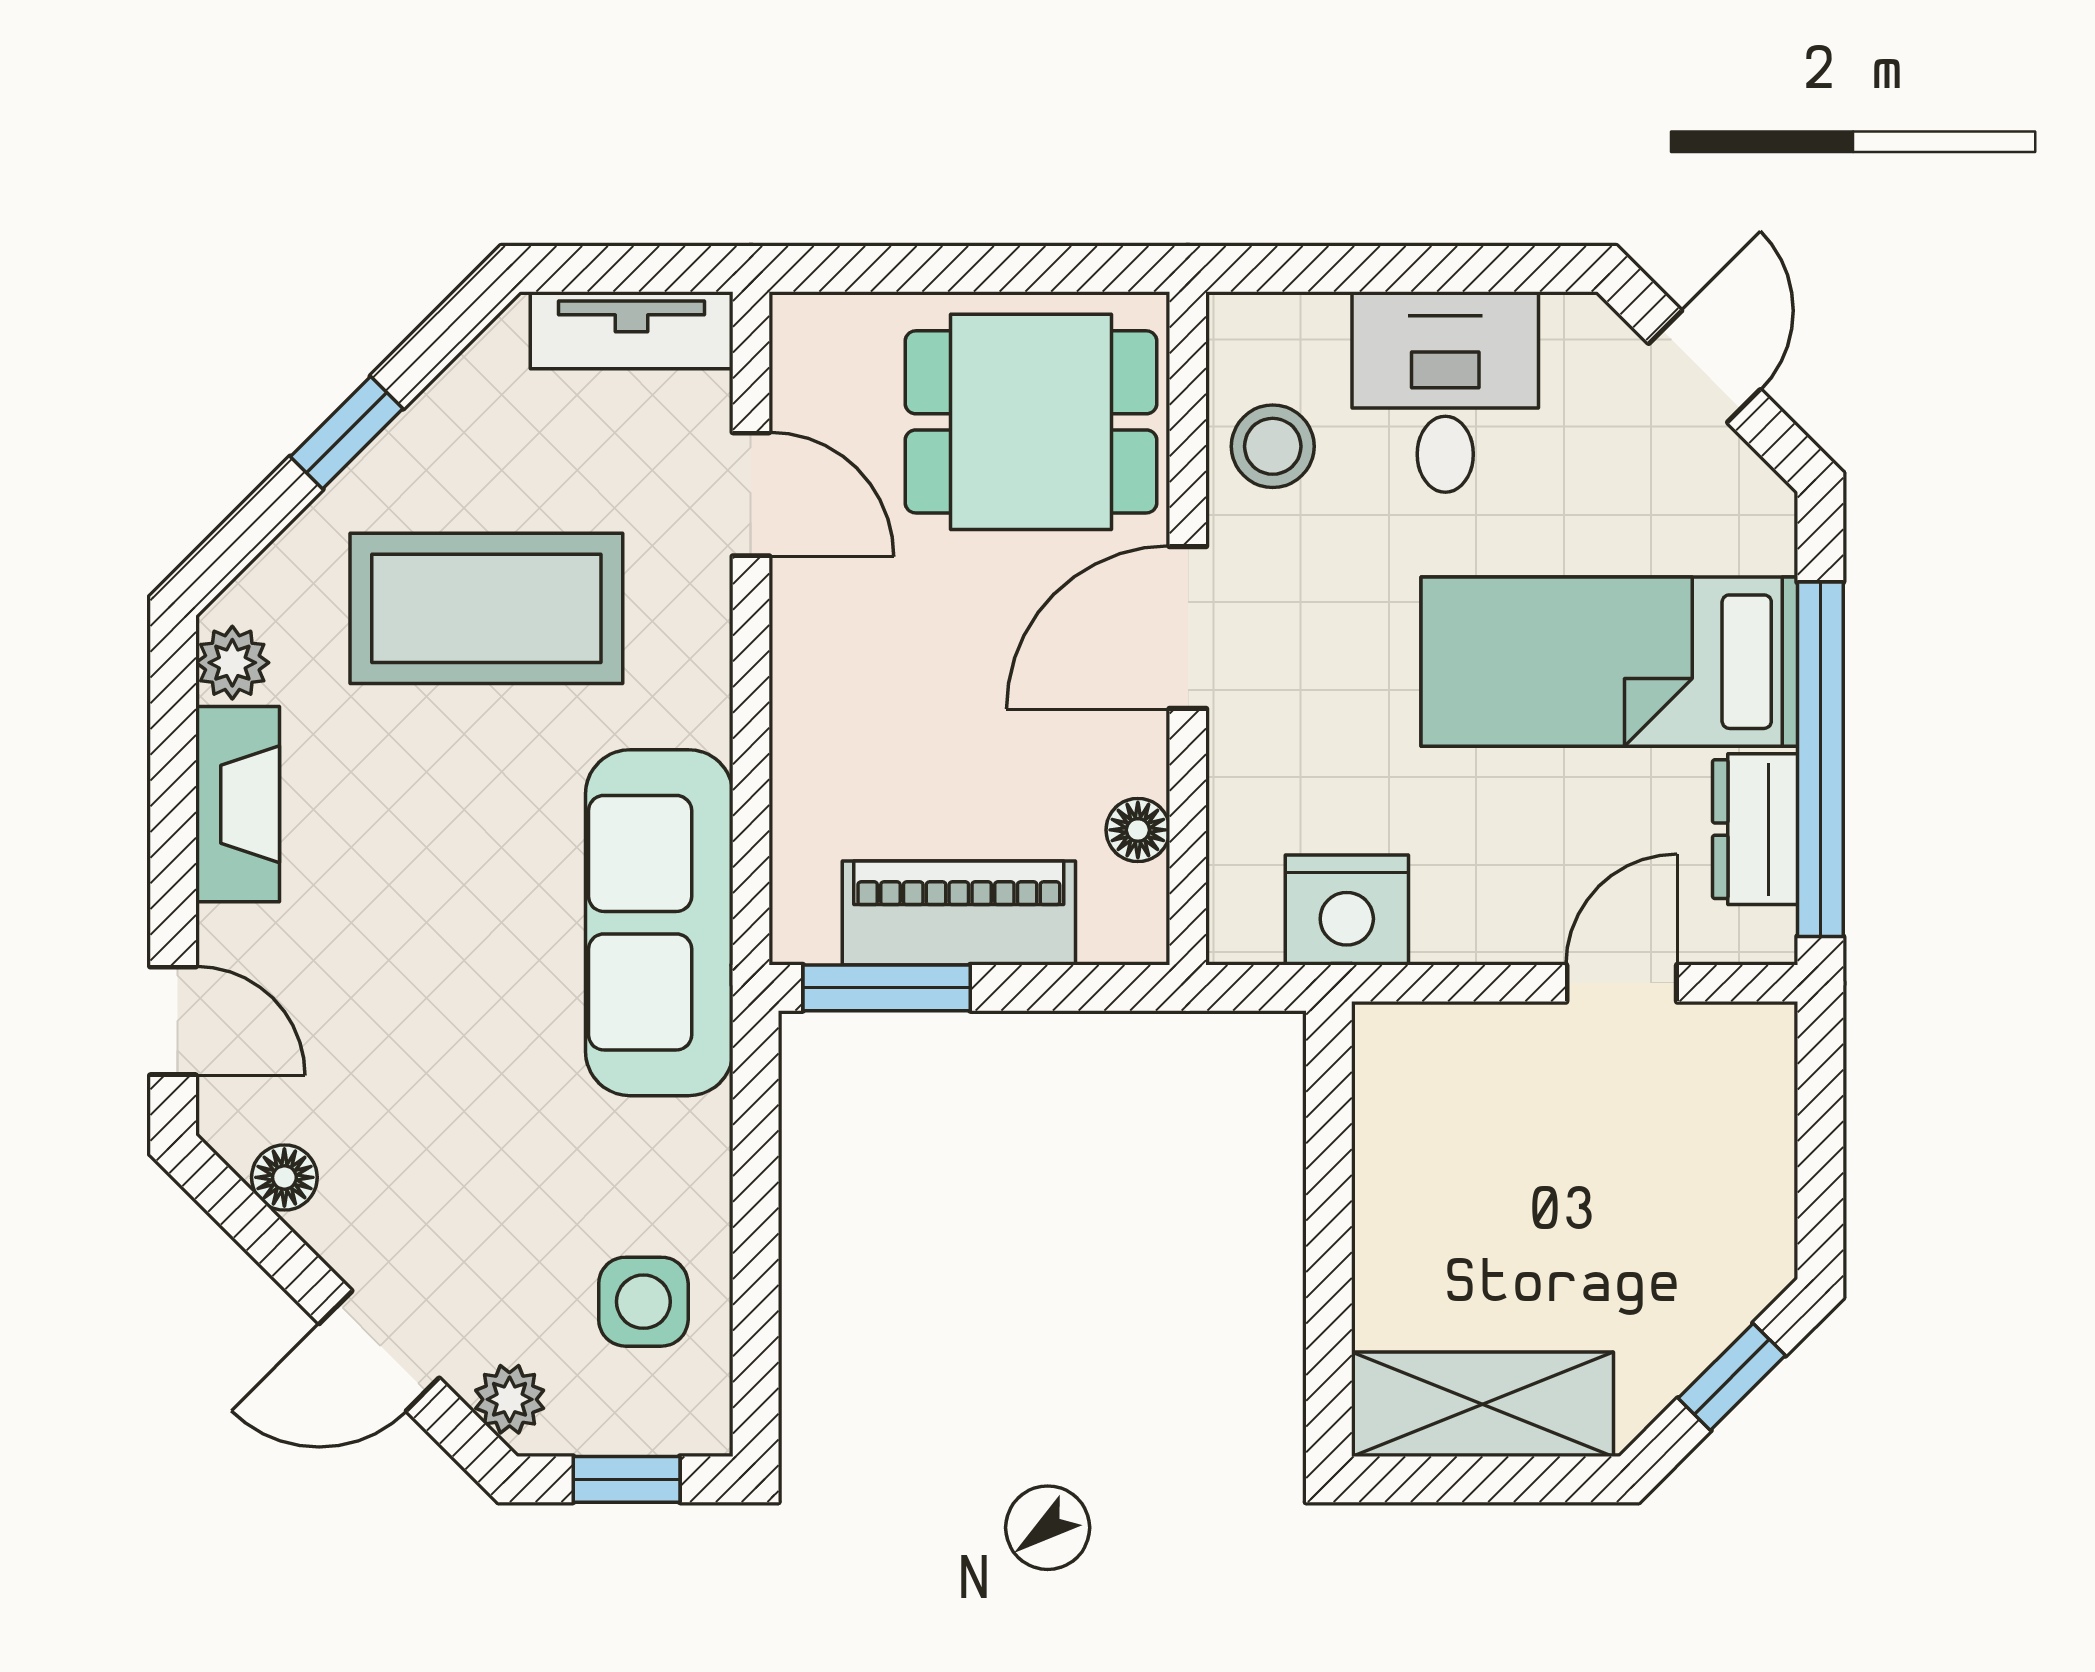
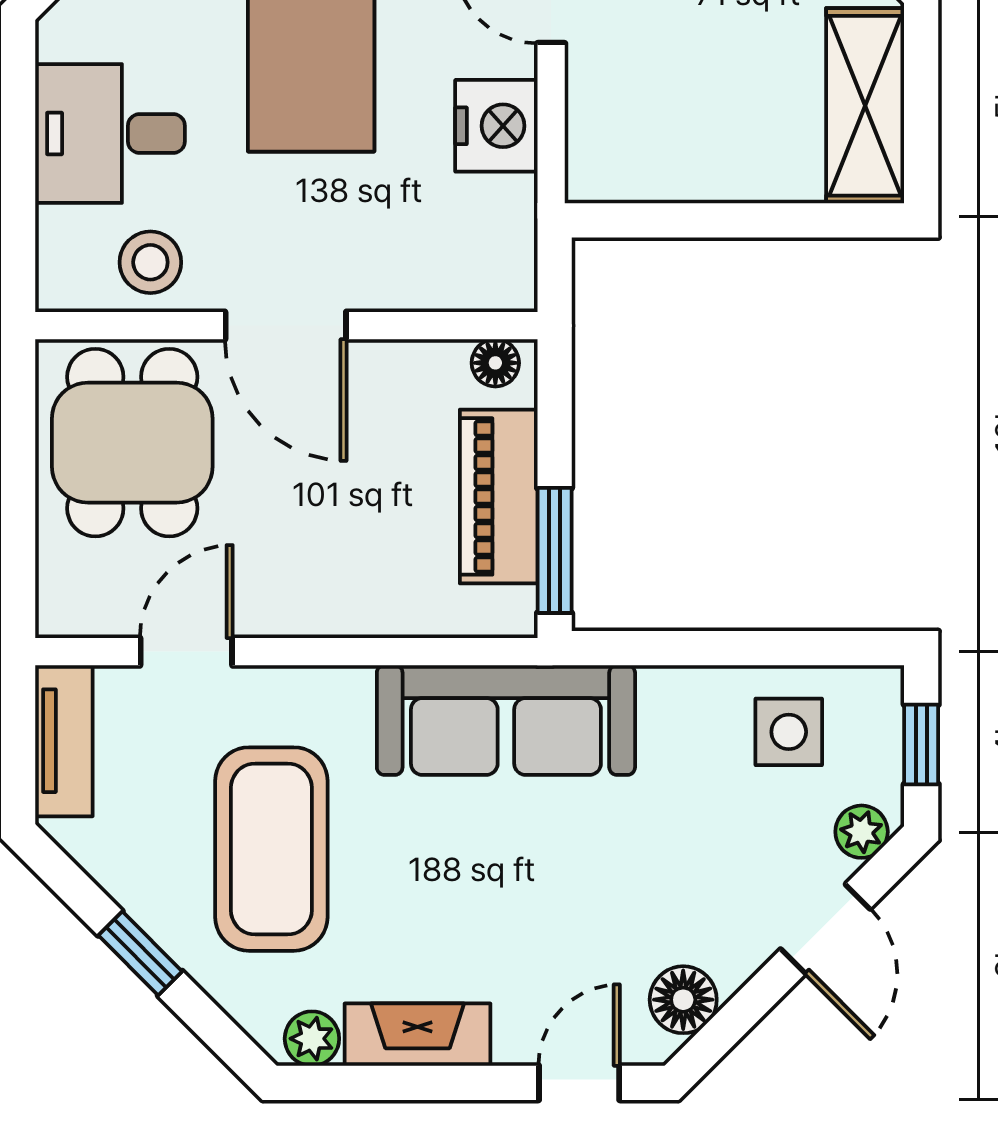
floor lamp: (1138, 830) -> (495, 363), moved
nightstand: (1347, 910) -> (496, 126), moved
floor lamp: (284, 1177) -> (683, 1000), width x1.37, depth x1.37

